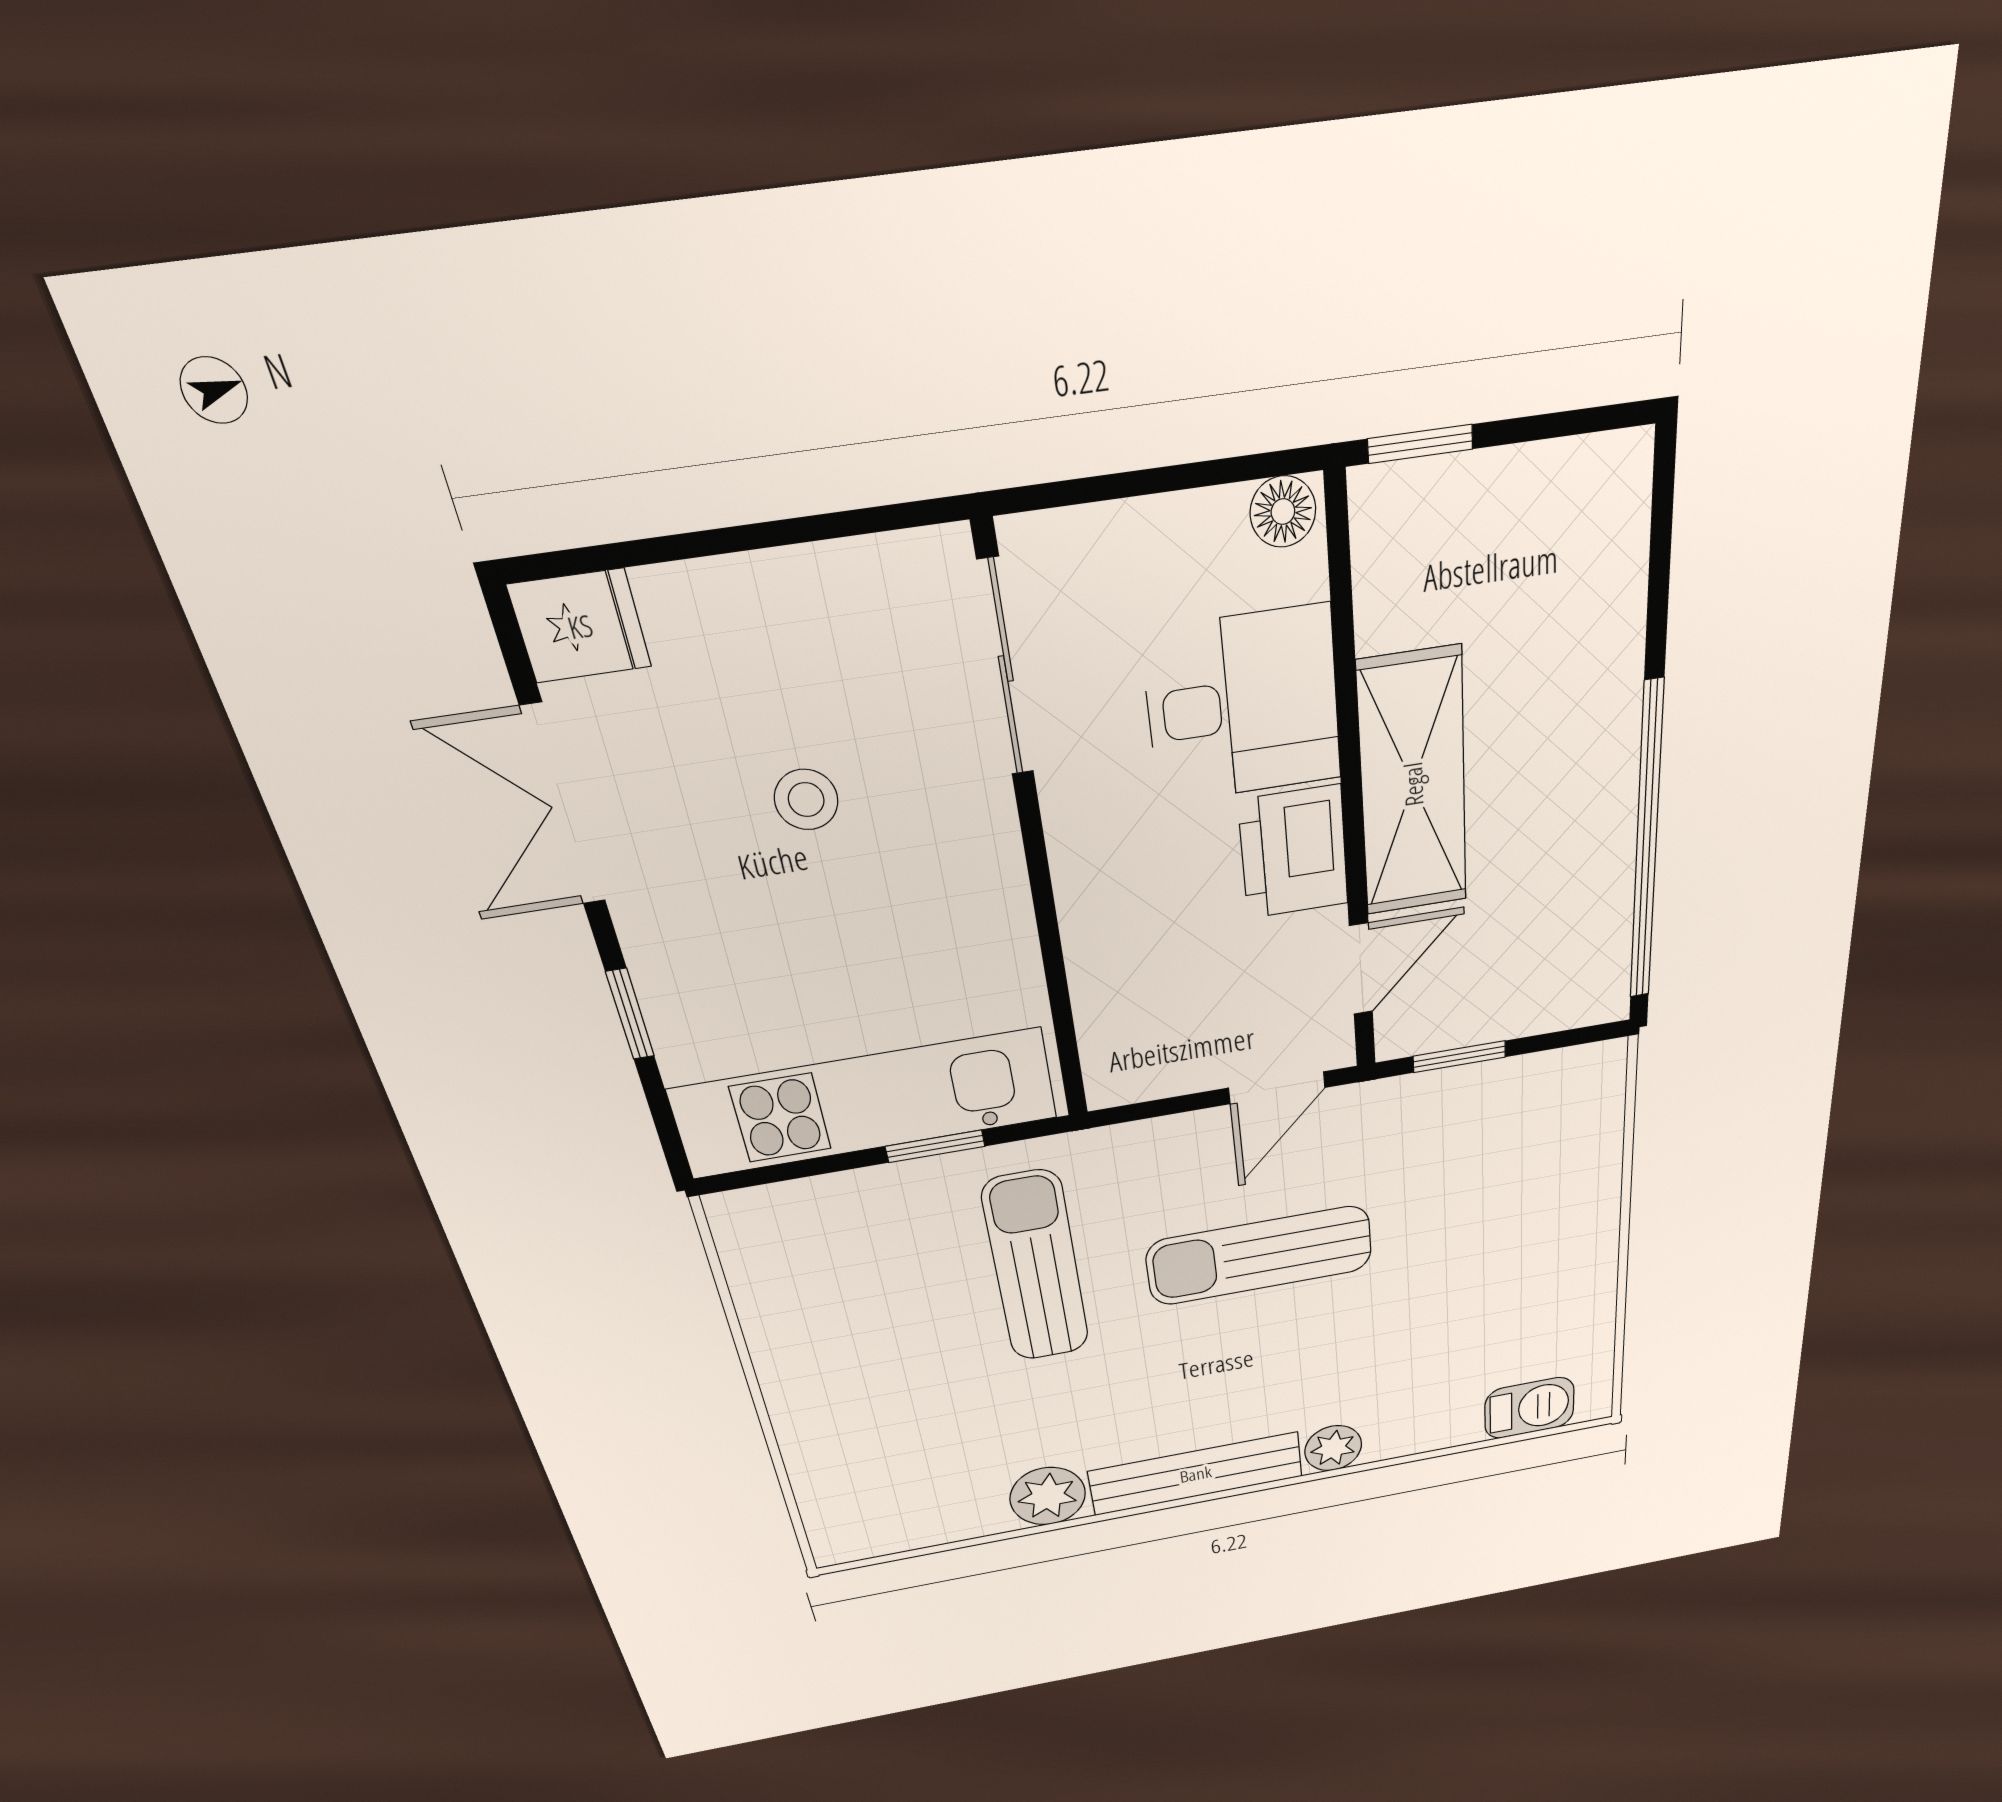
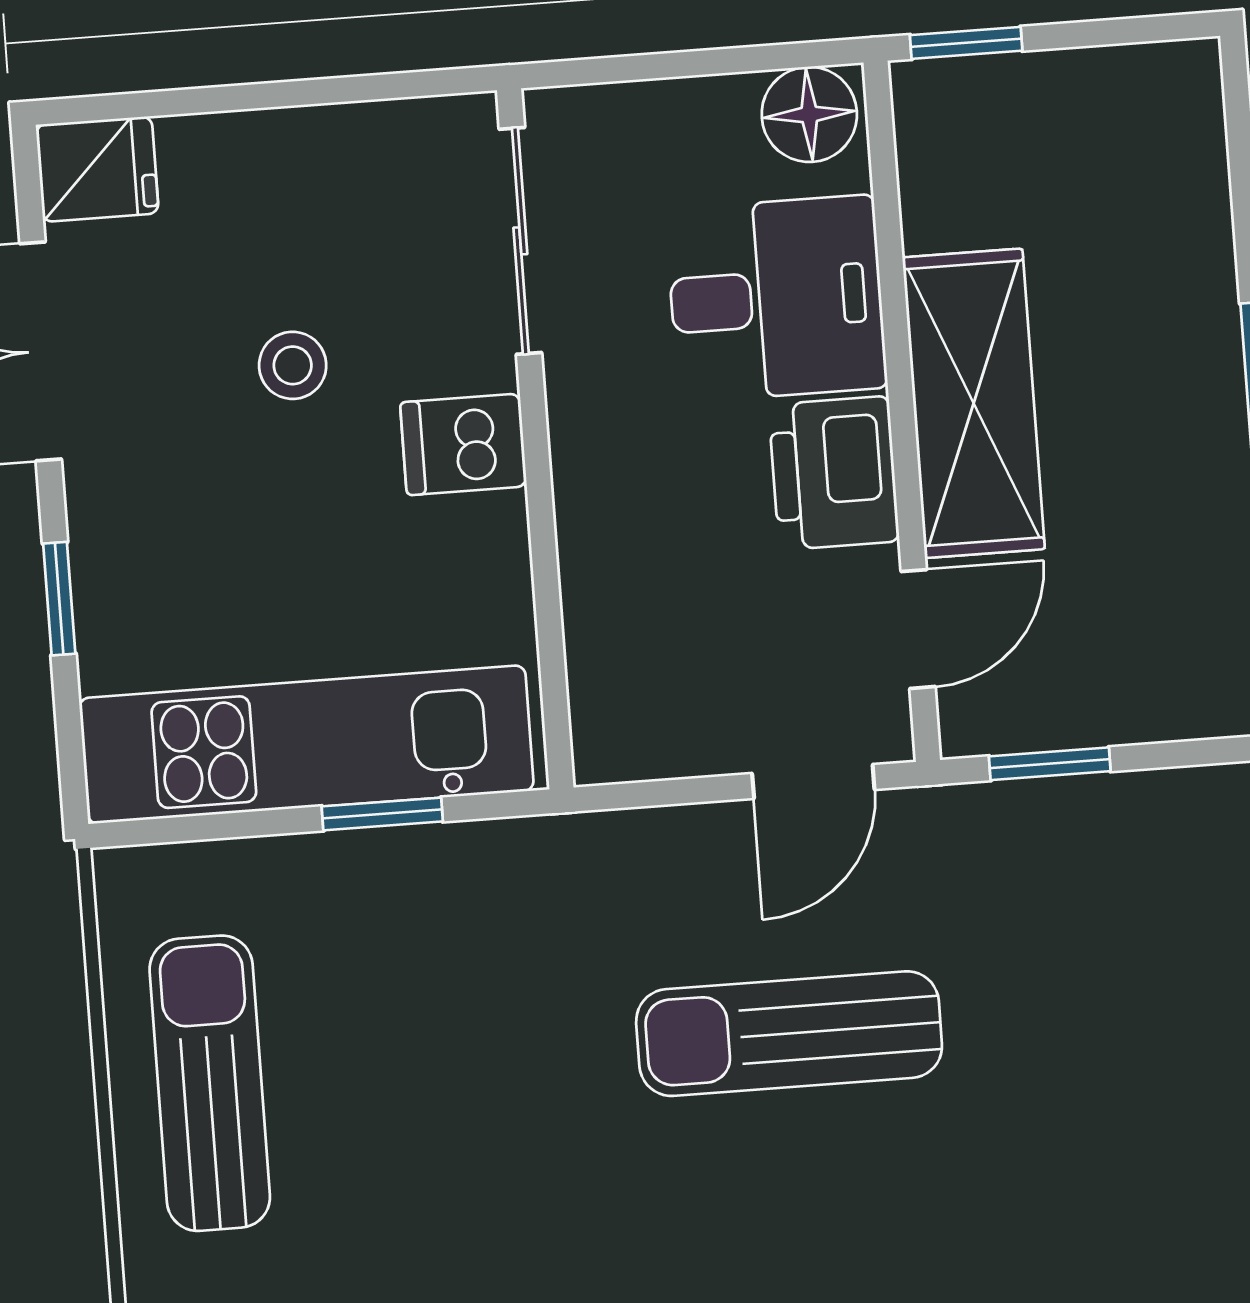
floor lamp: (1283, 512) -> (809, 114), width x1.37, depth x1.37
dishwasher: (971, 856) -> (463, 444), added
sun lounger: (1036, 1267) -> (210, 1083), moved

